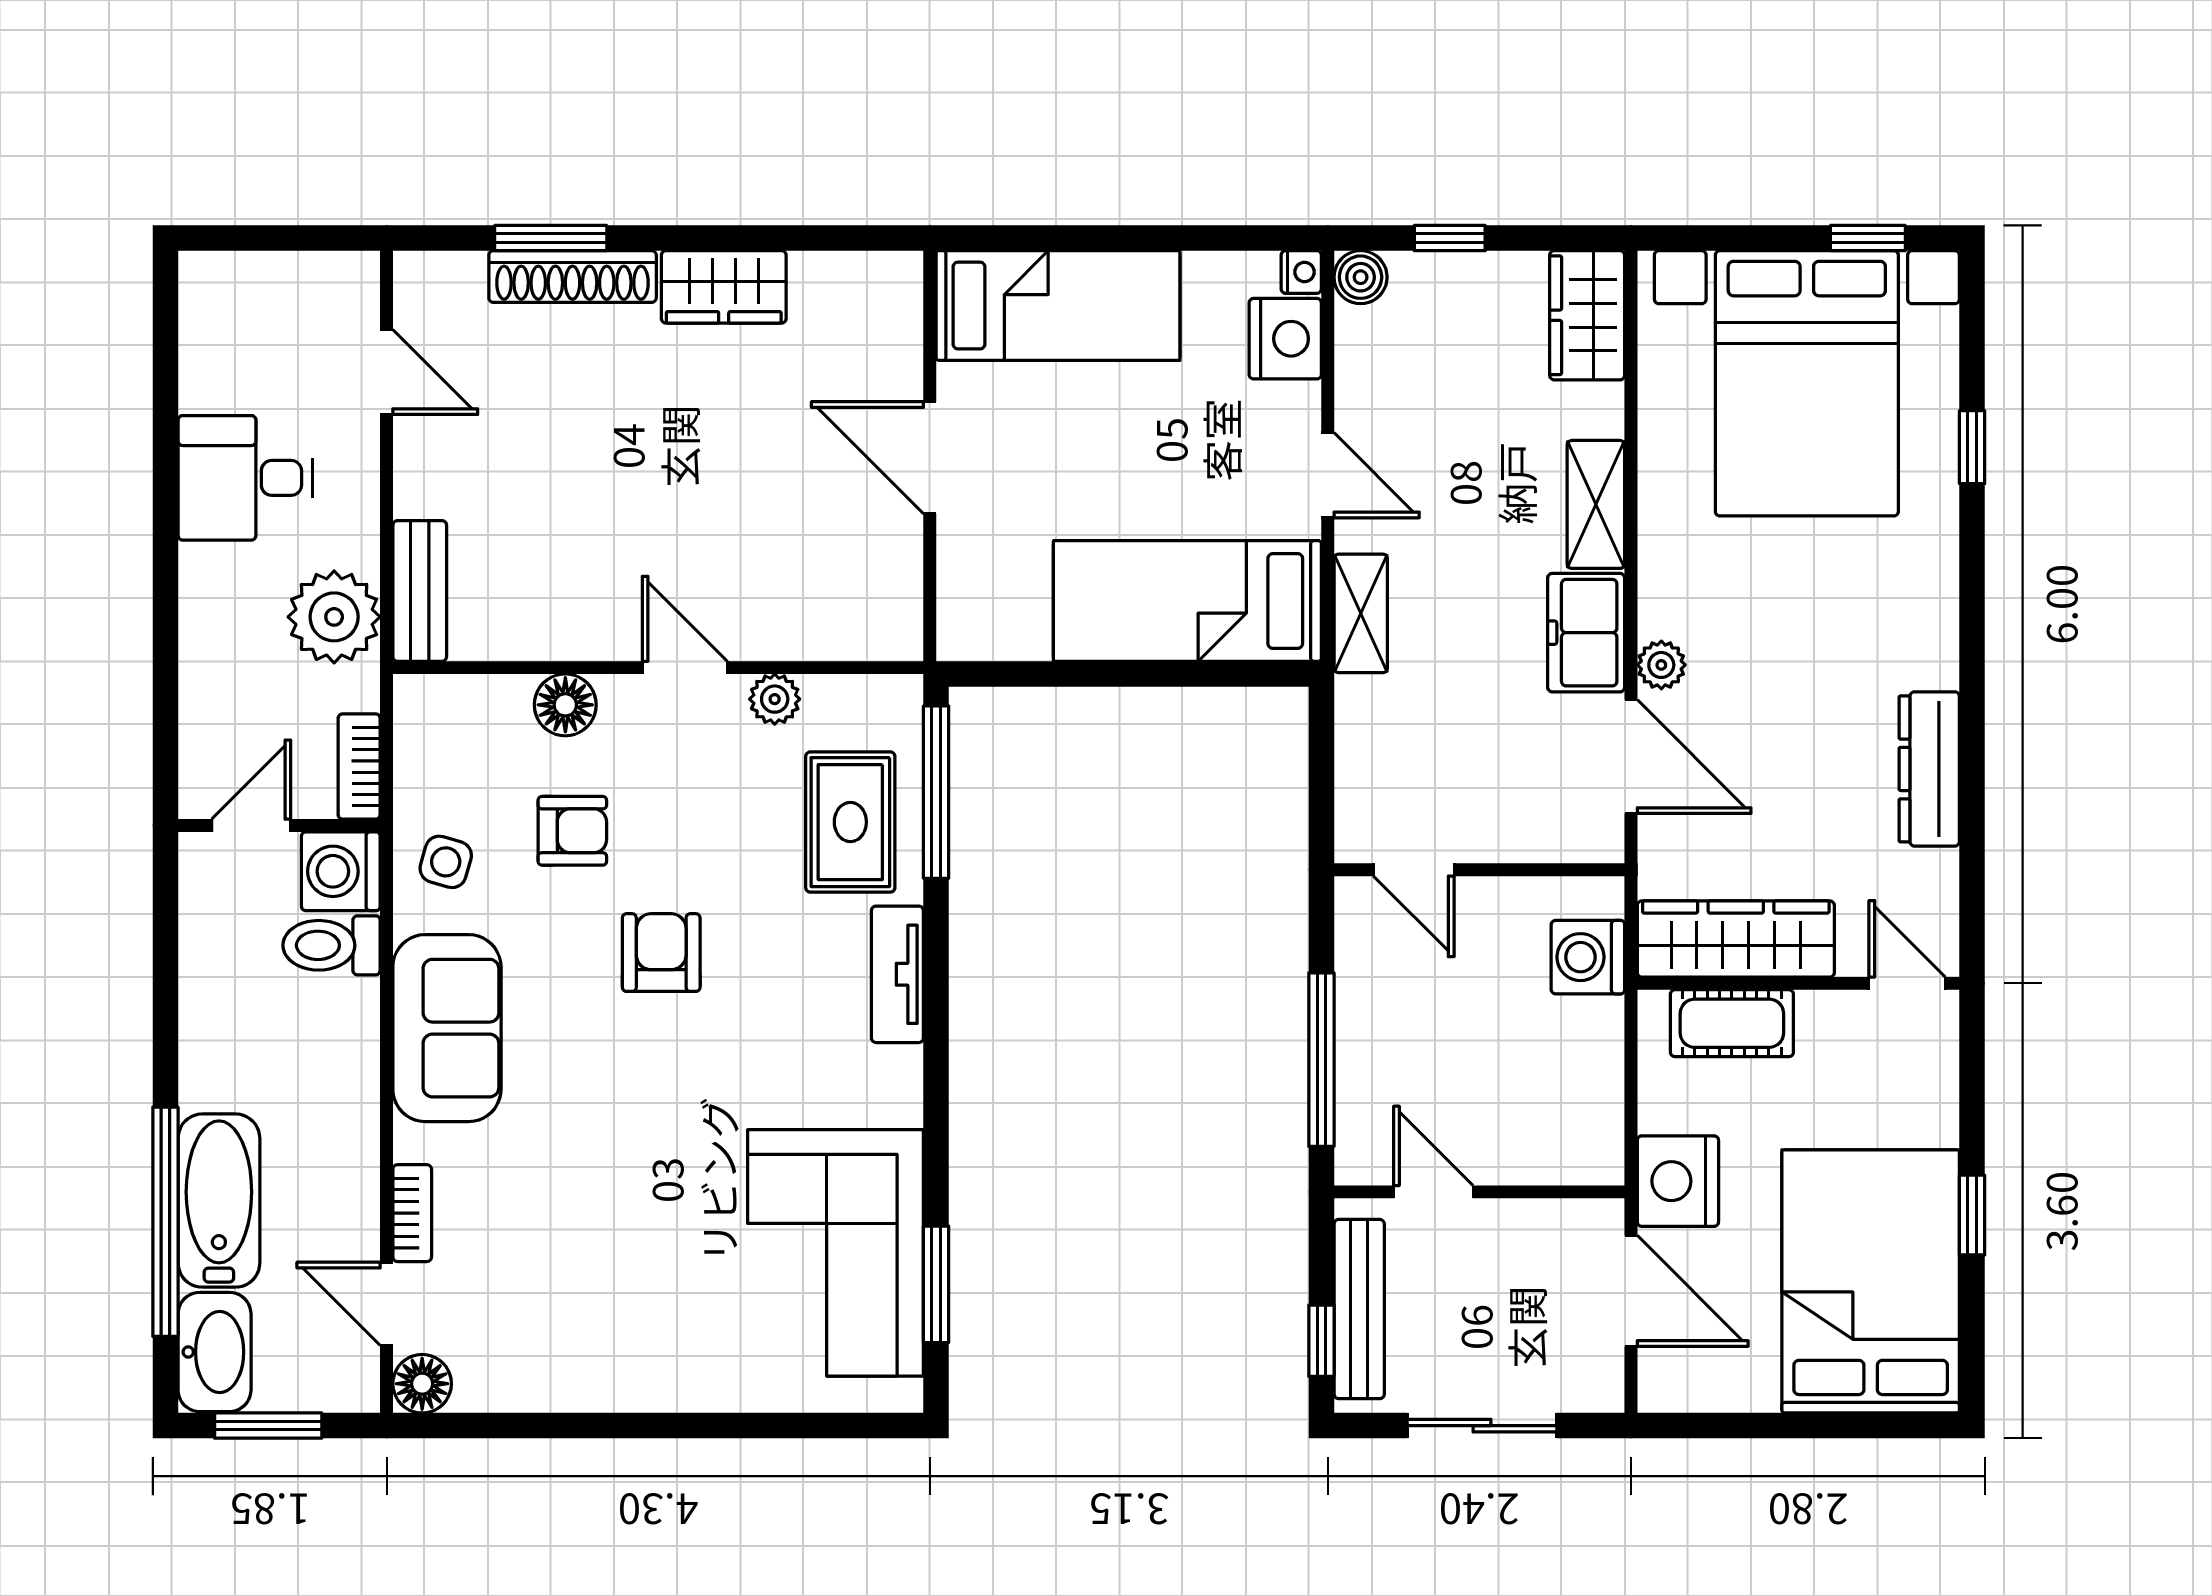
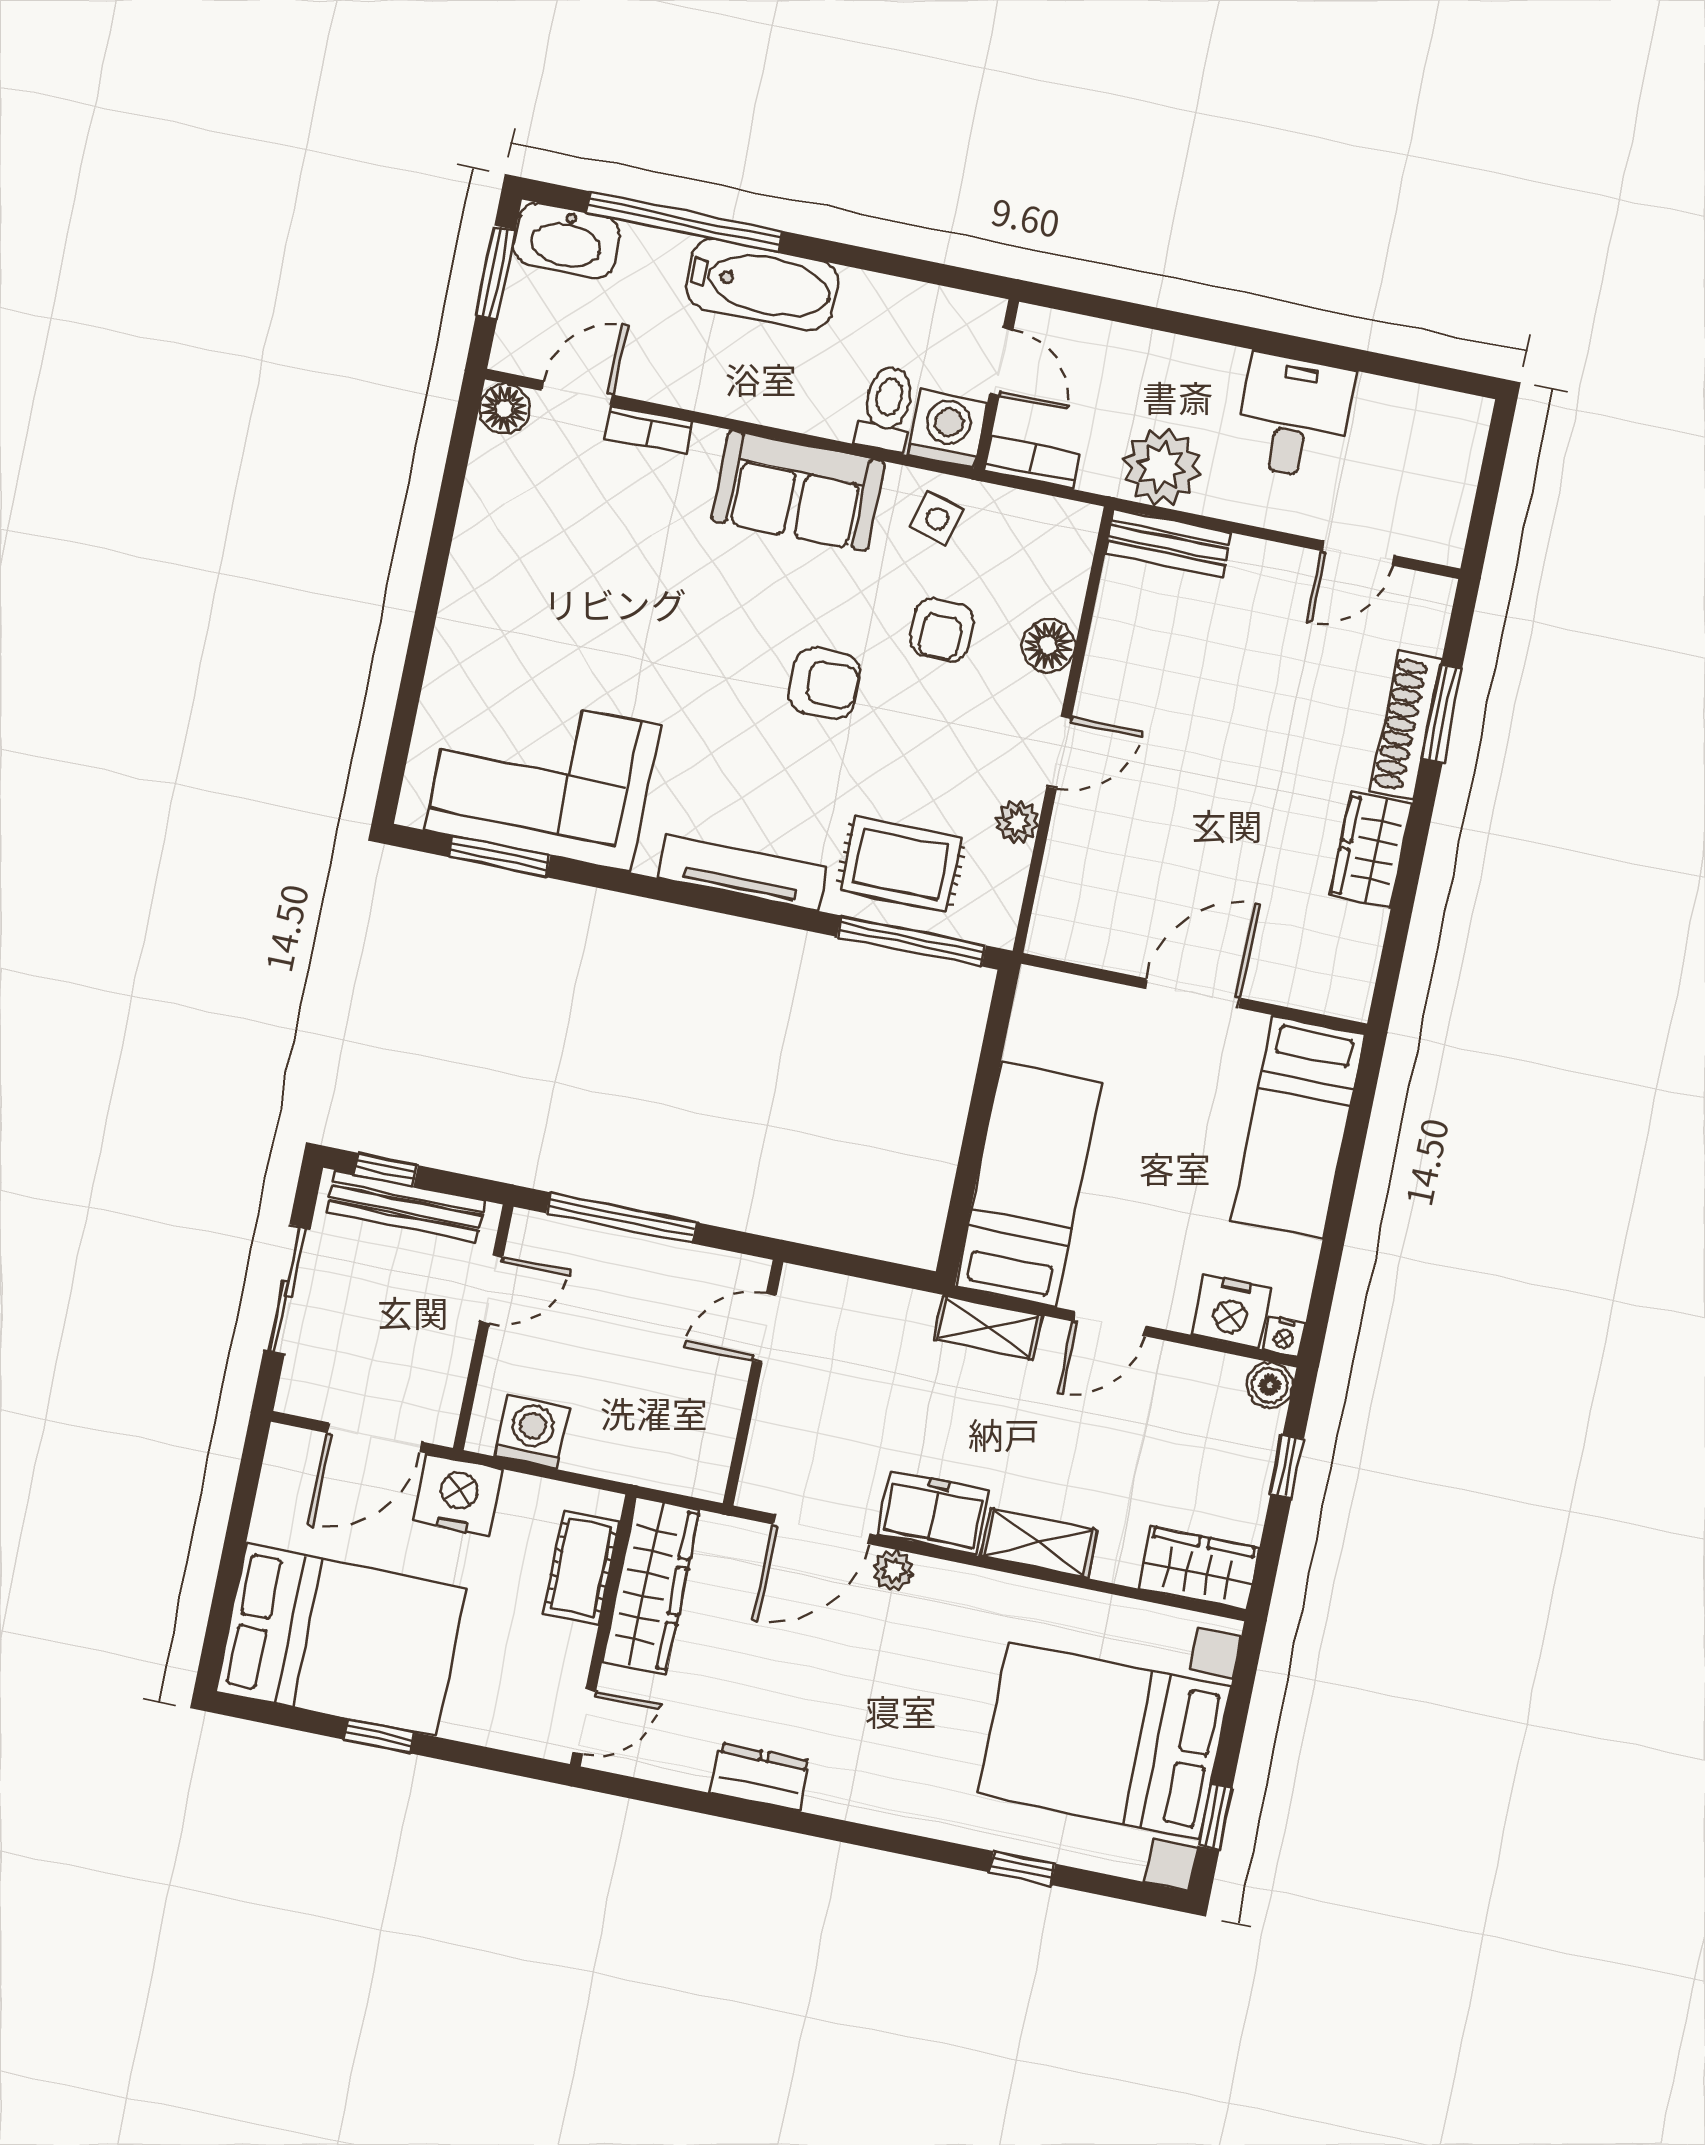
dresser: (1929, 769) -> (760, 1777), width x0.70
washing machine: (1588, 957) -> (532, 1432), moved
tv unit: (897, 974) -> (742, 873), width x1.41
bathtub: (219, 1201) -> (762, 284), moved

